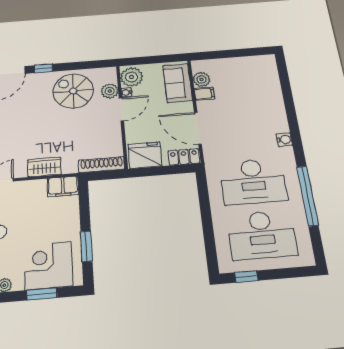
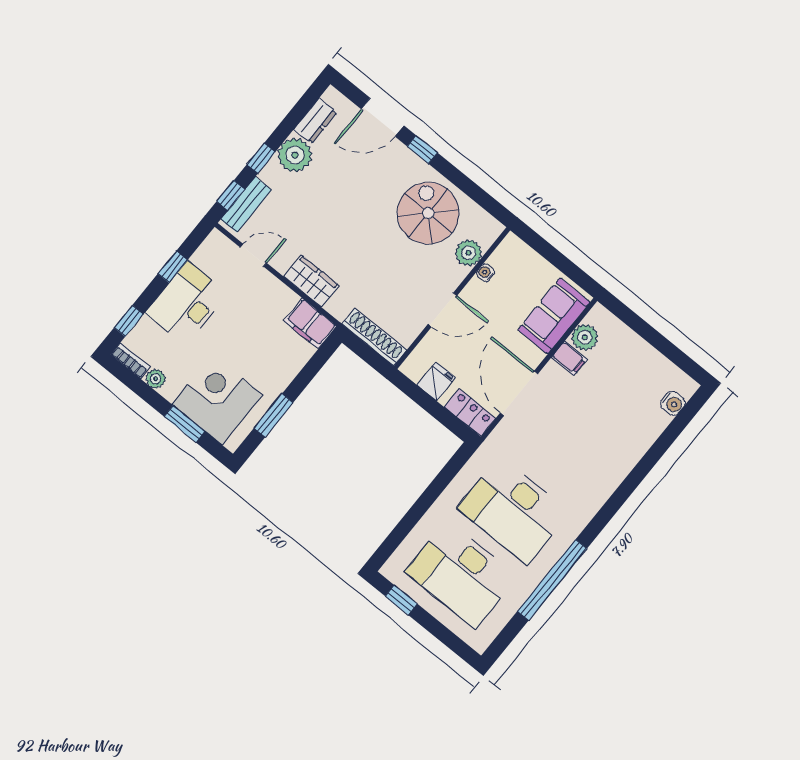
plant: (131, 77) -> (510, 258), removed
door: (121, 109) -> (442, 310), moved
water cooler: (284, 140) -> (673, 403), moved
fridge: (145, 155) -> (436, 381), width x0.53, depth x0.75

